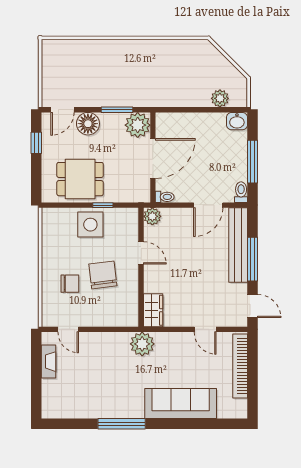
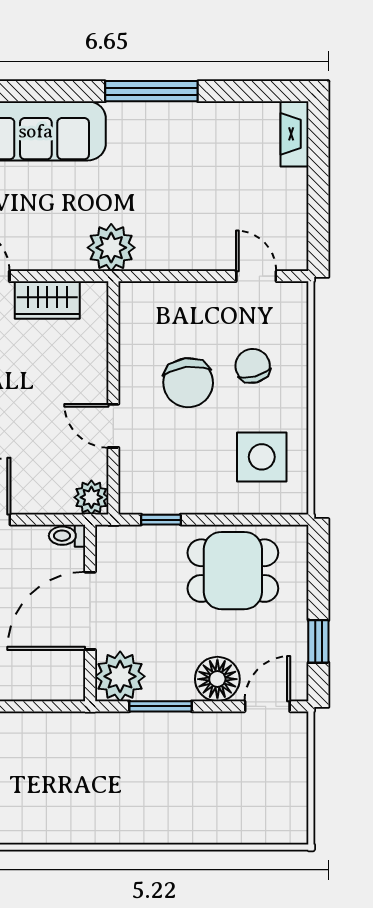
window: (103, 205) -> (161, 520), moved
side table: (90, 225) -> (262, 457), moved
chair: (70, 284) -> (253, 366), turned 75
wardrobe: (153, 310) -> (47, 300), moved, turned -90
fireplace: (49, 362) -> (294, 134), moved

